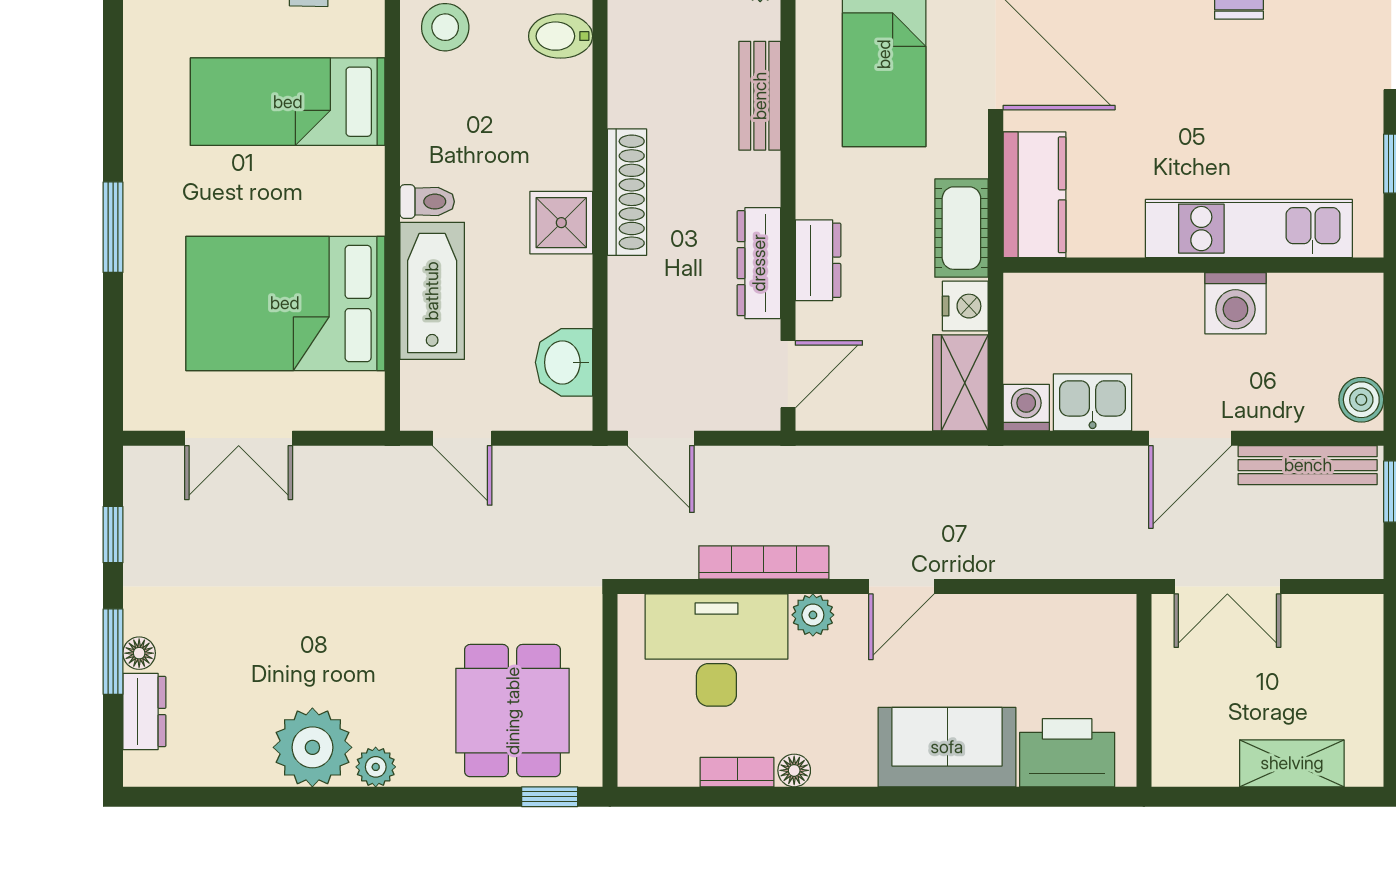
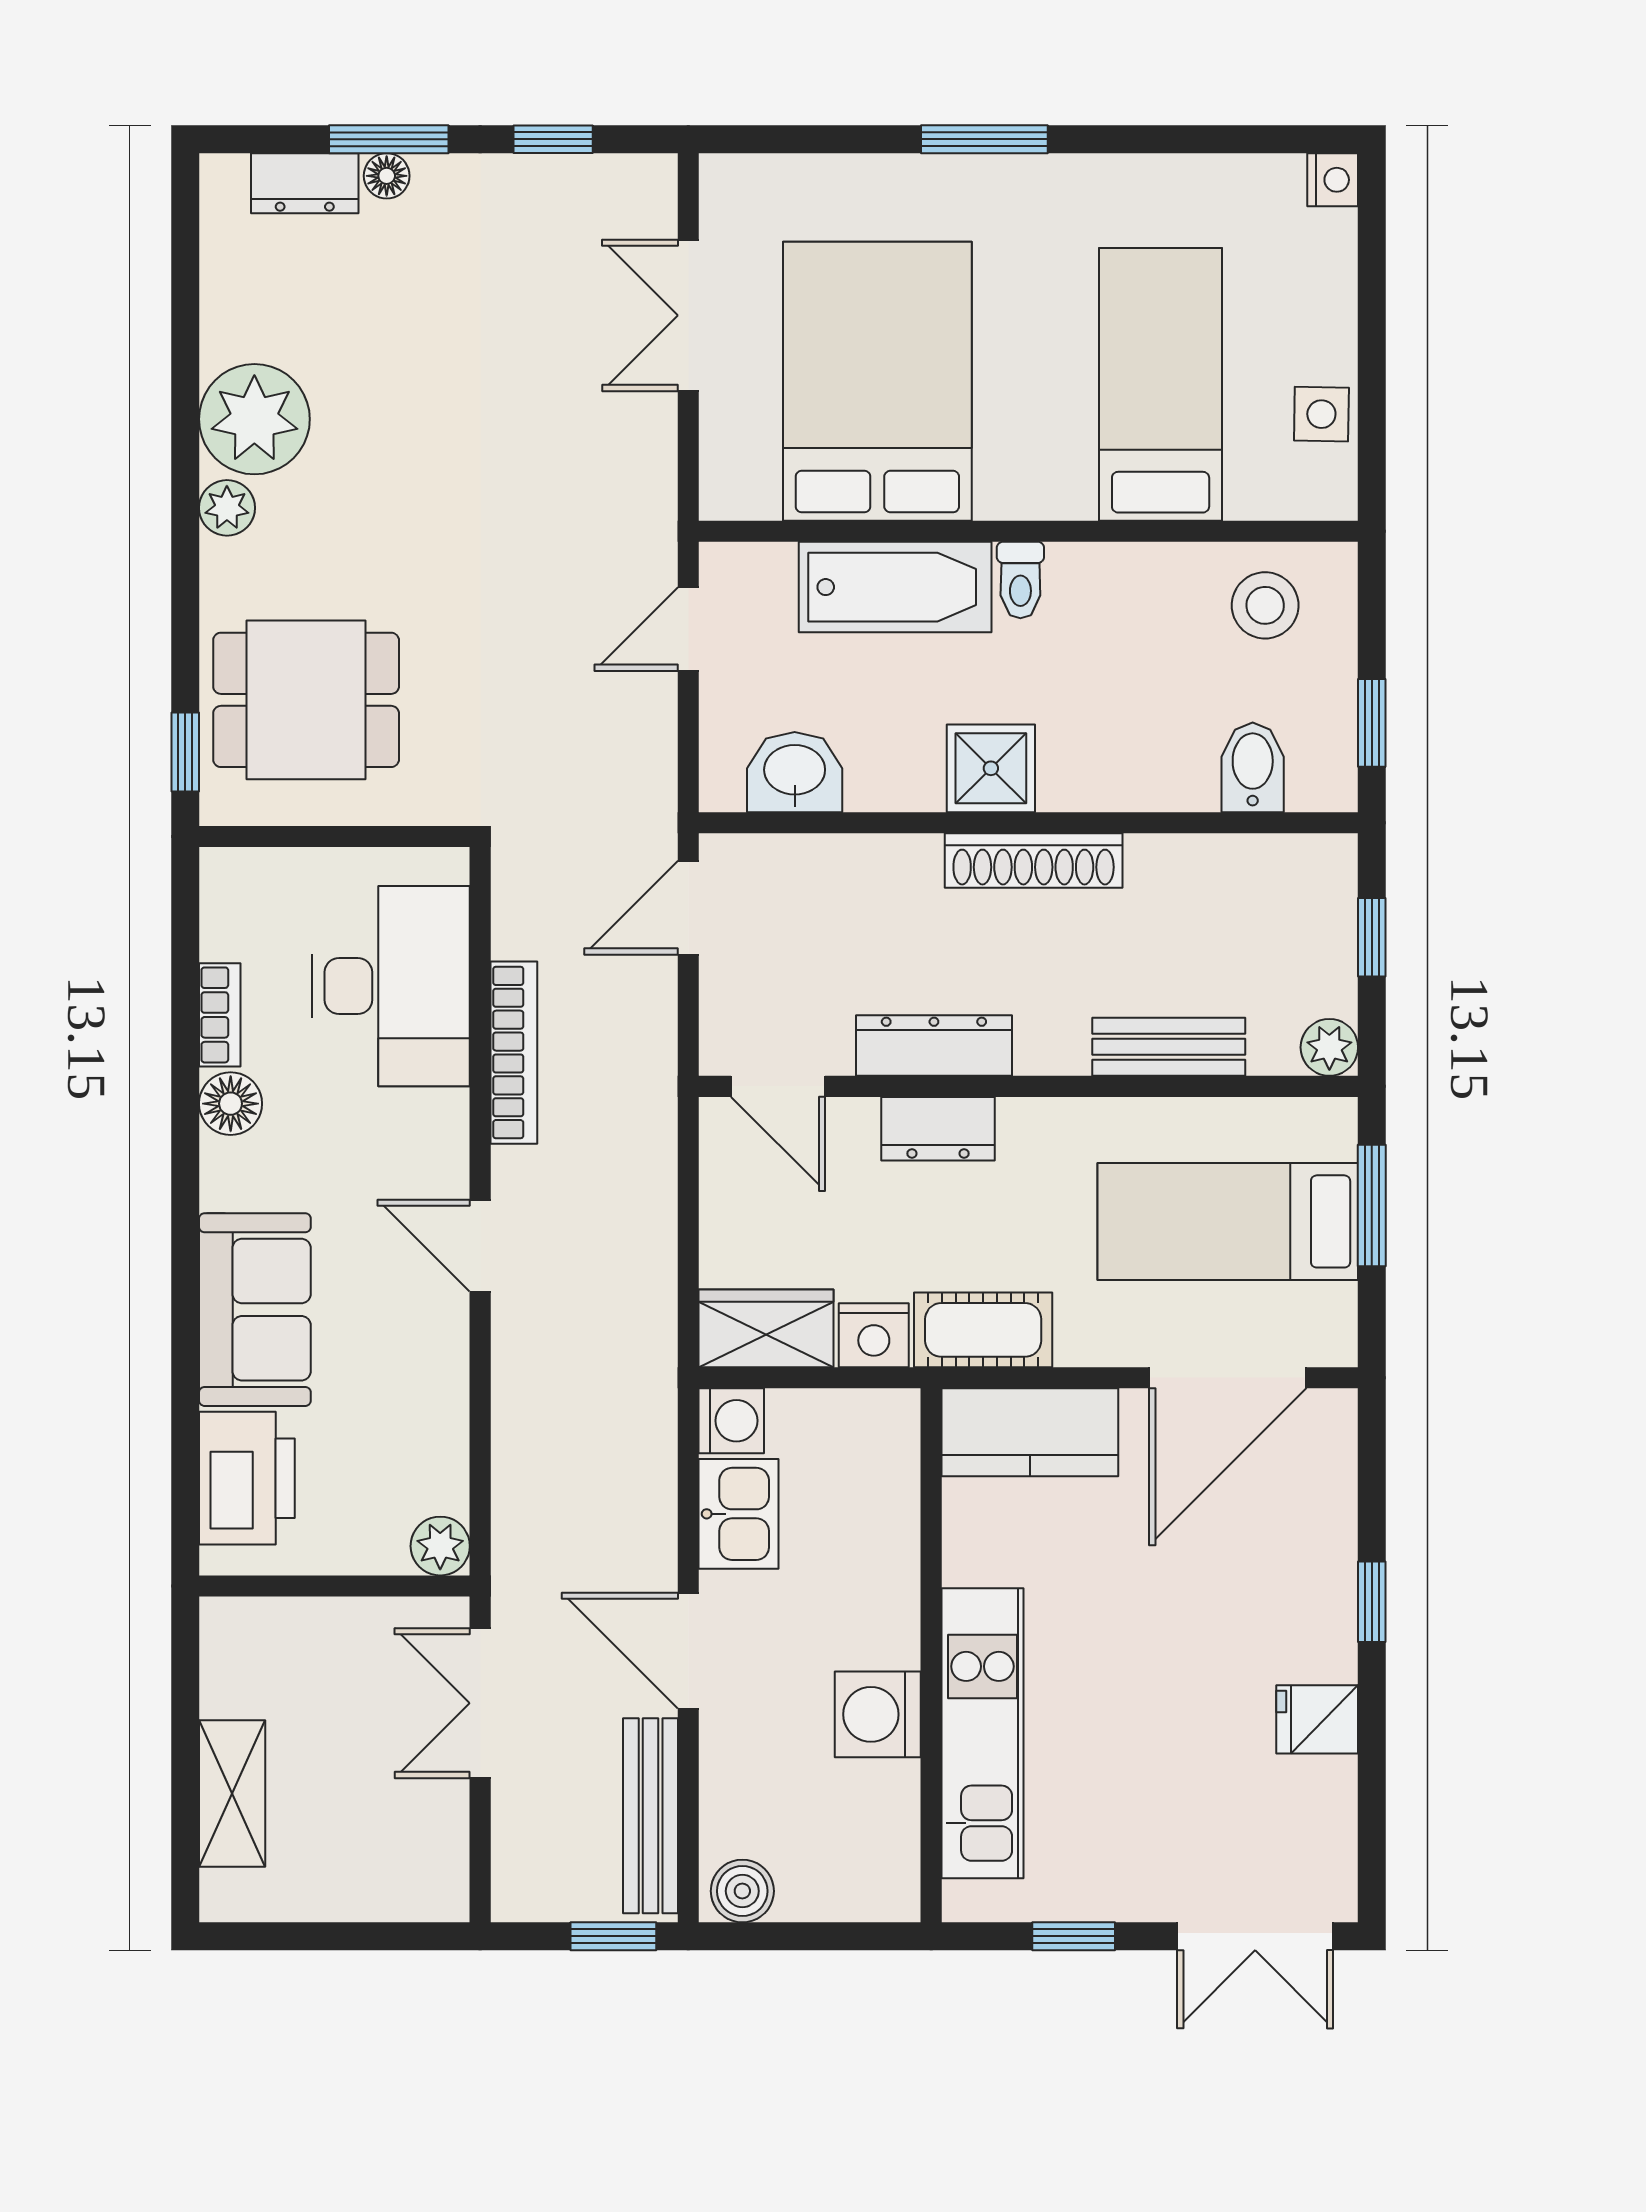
plant: (813, 615) -> (440, 1546), moved
floor lamp: (794, 770) -> (231, 1104), width x1.37, depth x1.37

